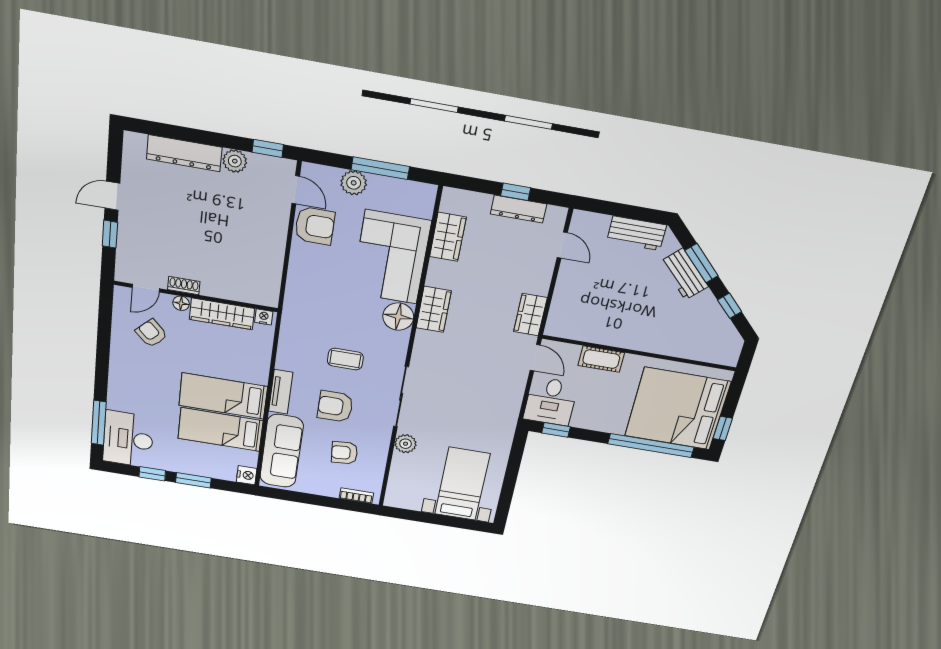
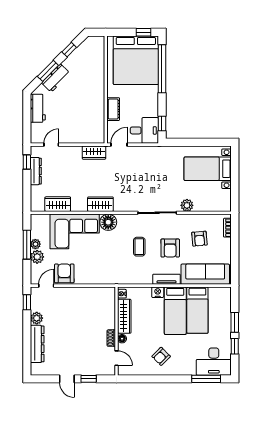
plant: (379, 184) -> (35, 244), added
window: (516, 192) -> (27, 162), moved
armchair: (151, 333) -> (161, 356), moved
nightstand: (247, 475) -> (158, 292), moved

